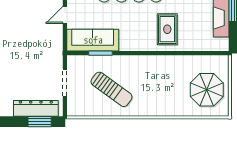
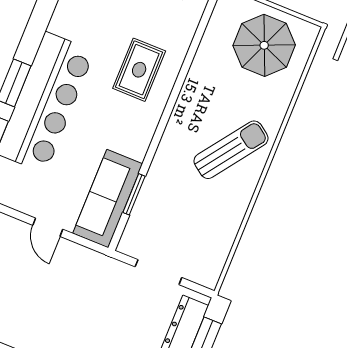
rug: (167, 29) -> (139, 70), turned 90
sun lounger: (111, 89) -> (231, 150), moved

